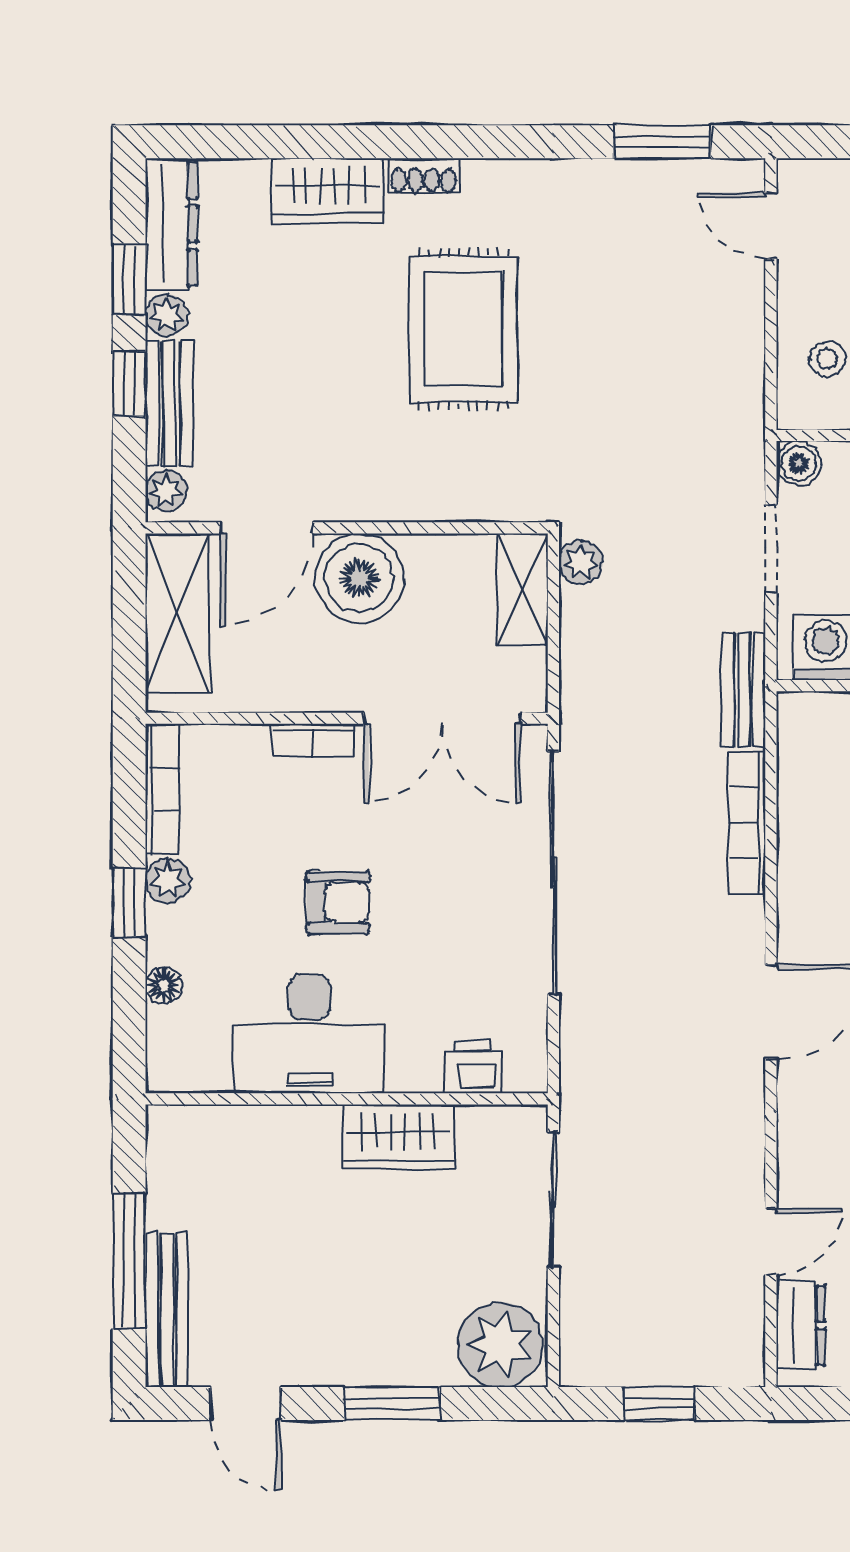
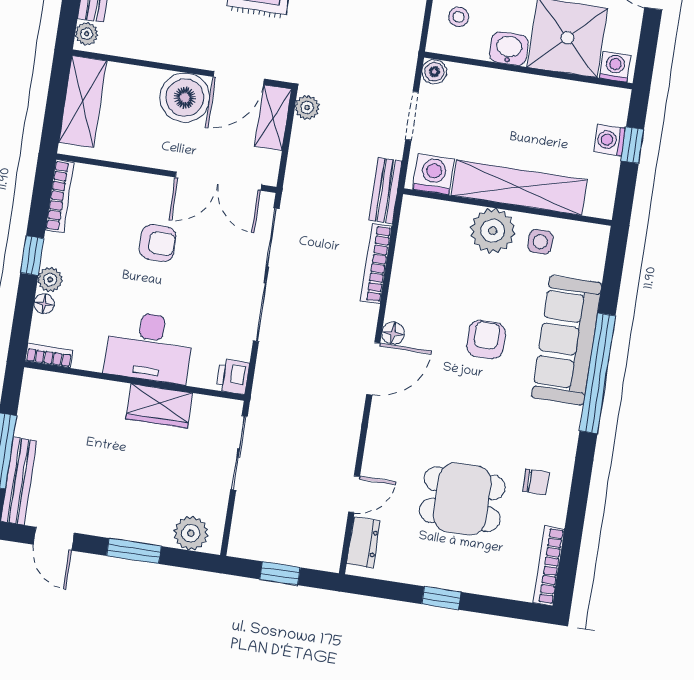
door: (267, 528) -> (239, 78), moved
bookcase: (313, 740) -> (49, 356), moved, turned 180
plant: (168, 880) -> (50, 280), moved
armchair: (338, 903) -> (158, 243), moved
floor lamp: (797, 943) -> (393, 333), added
desk: (309, 1034) -> (149, 347), moved
printer: (473, 1067) -> (233, 377), moved, turned -90
plant: (500, 1345) -> (191, 533), width x0.73, depth x0.73

